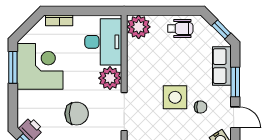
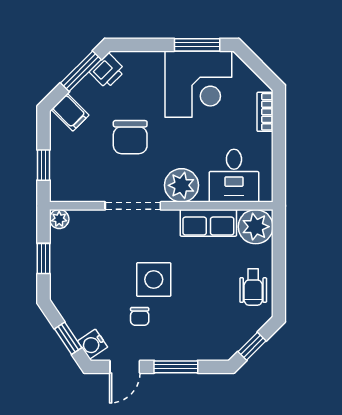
desk: (103, 42) -> (234, 176), width x0.73
row of seats: (222, 66) -> (208, 223), moved, turned 180

